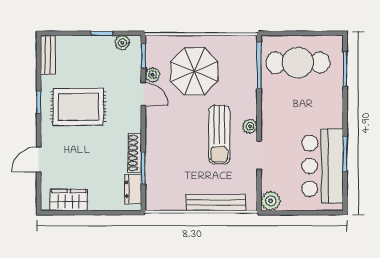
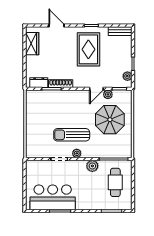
cafe table: (298, 63) -> (115, 182), width x0.73, depth x0.74
plant: (271, 201) -> (92, 166), moved
bench: (216, 203) -> (31, 133), removed

